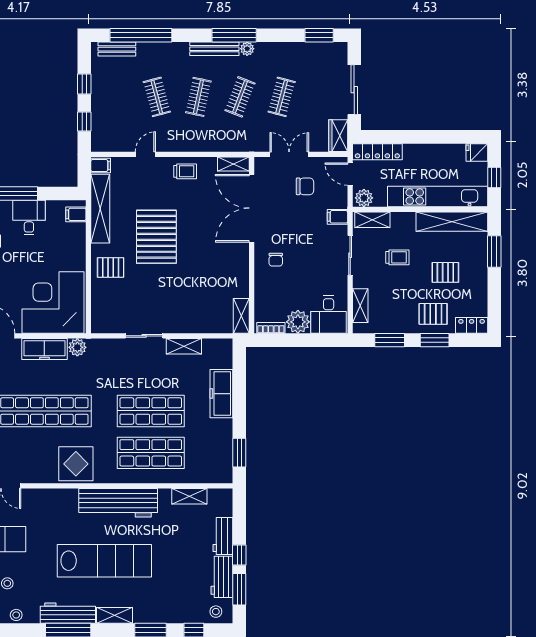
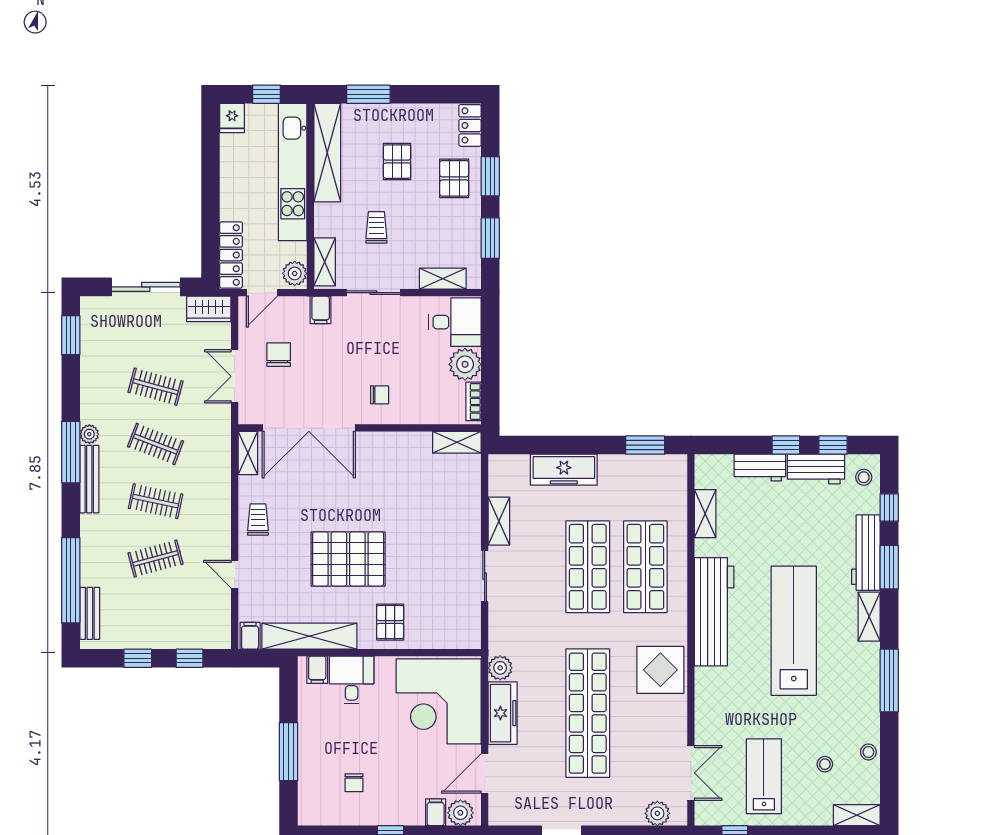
desk: (29, 218) -> (352, 680), moved, turned 90
window: (239, 589) -> (833, 445), width x0.67
workbench: (68, 613) -> (866, 553), moved

